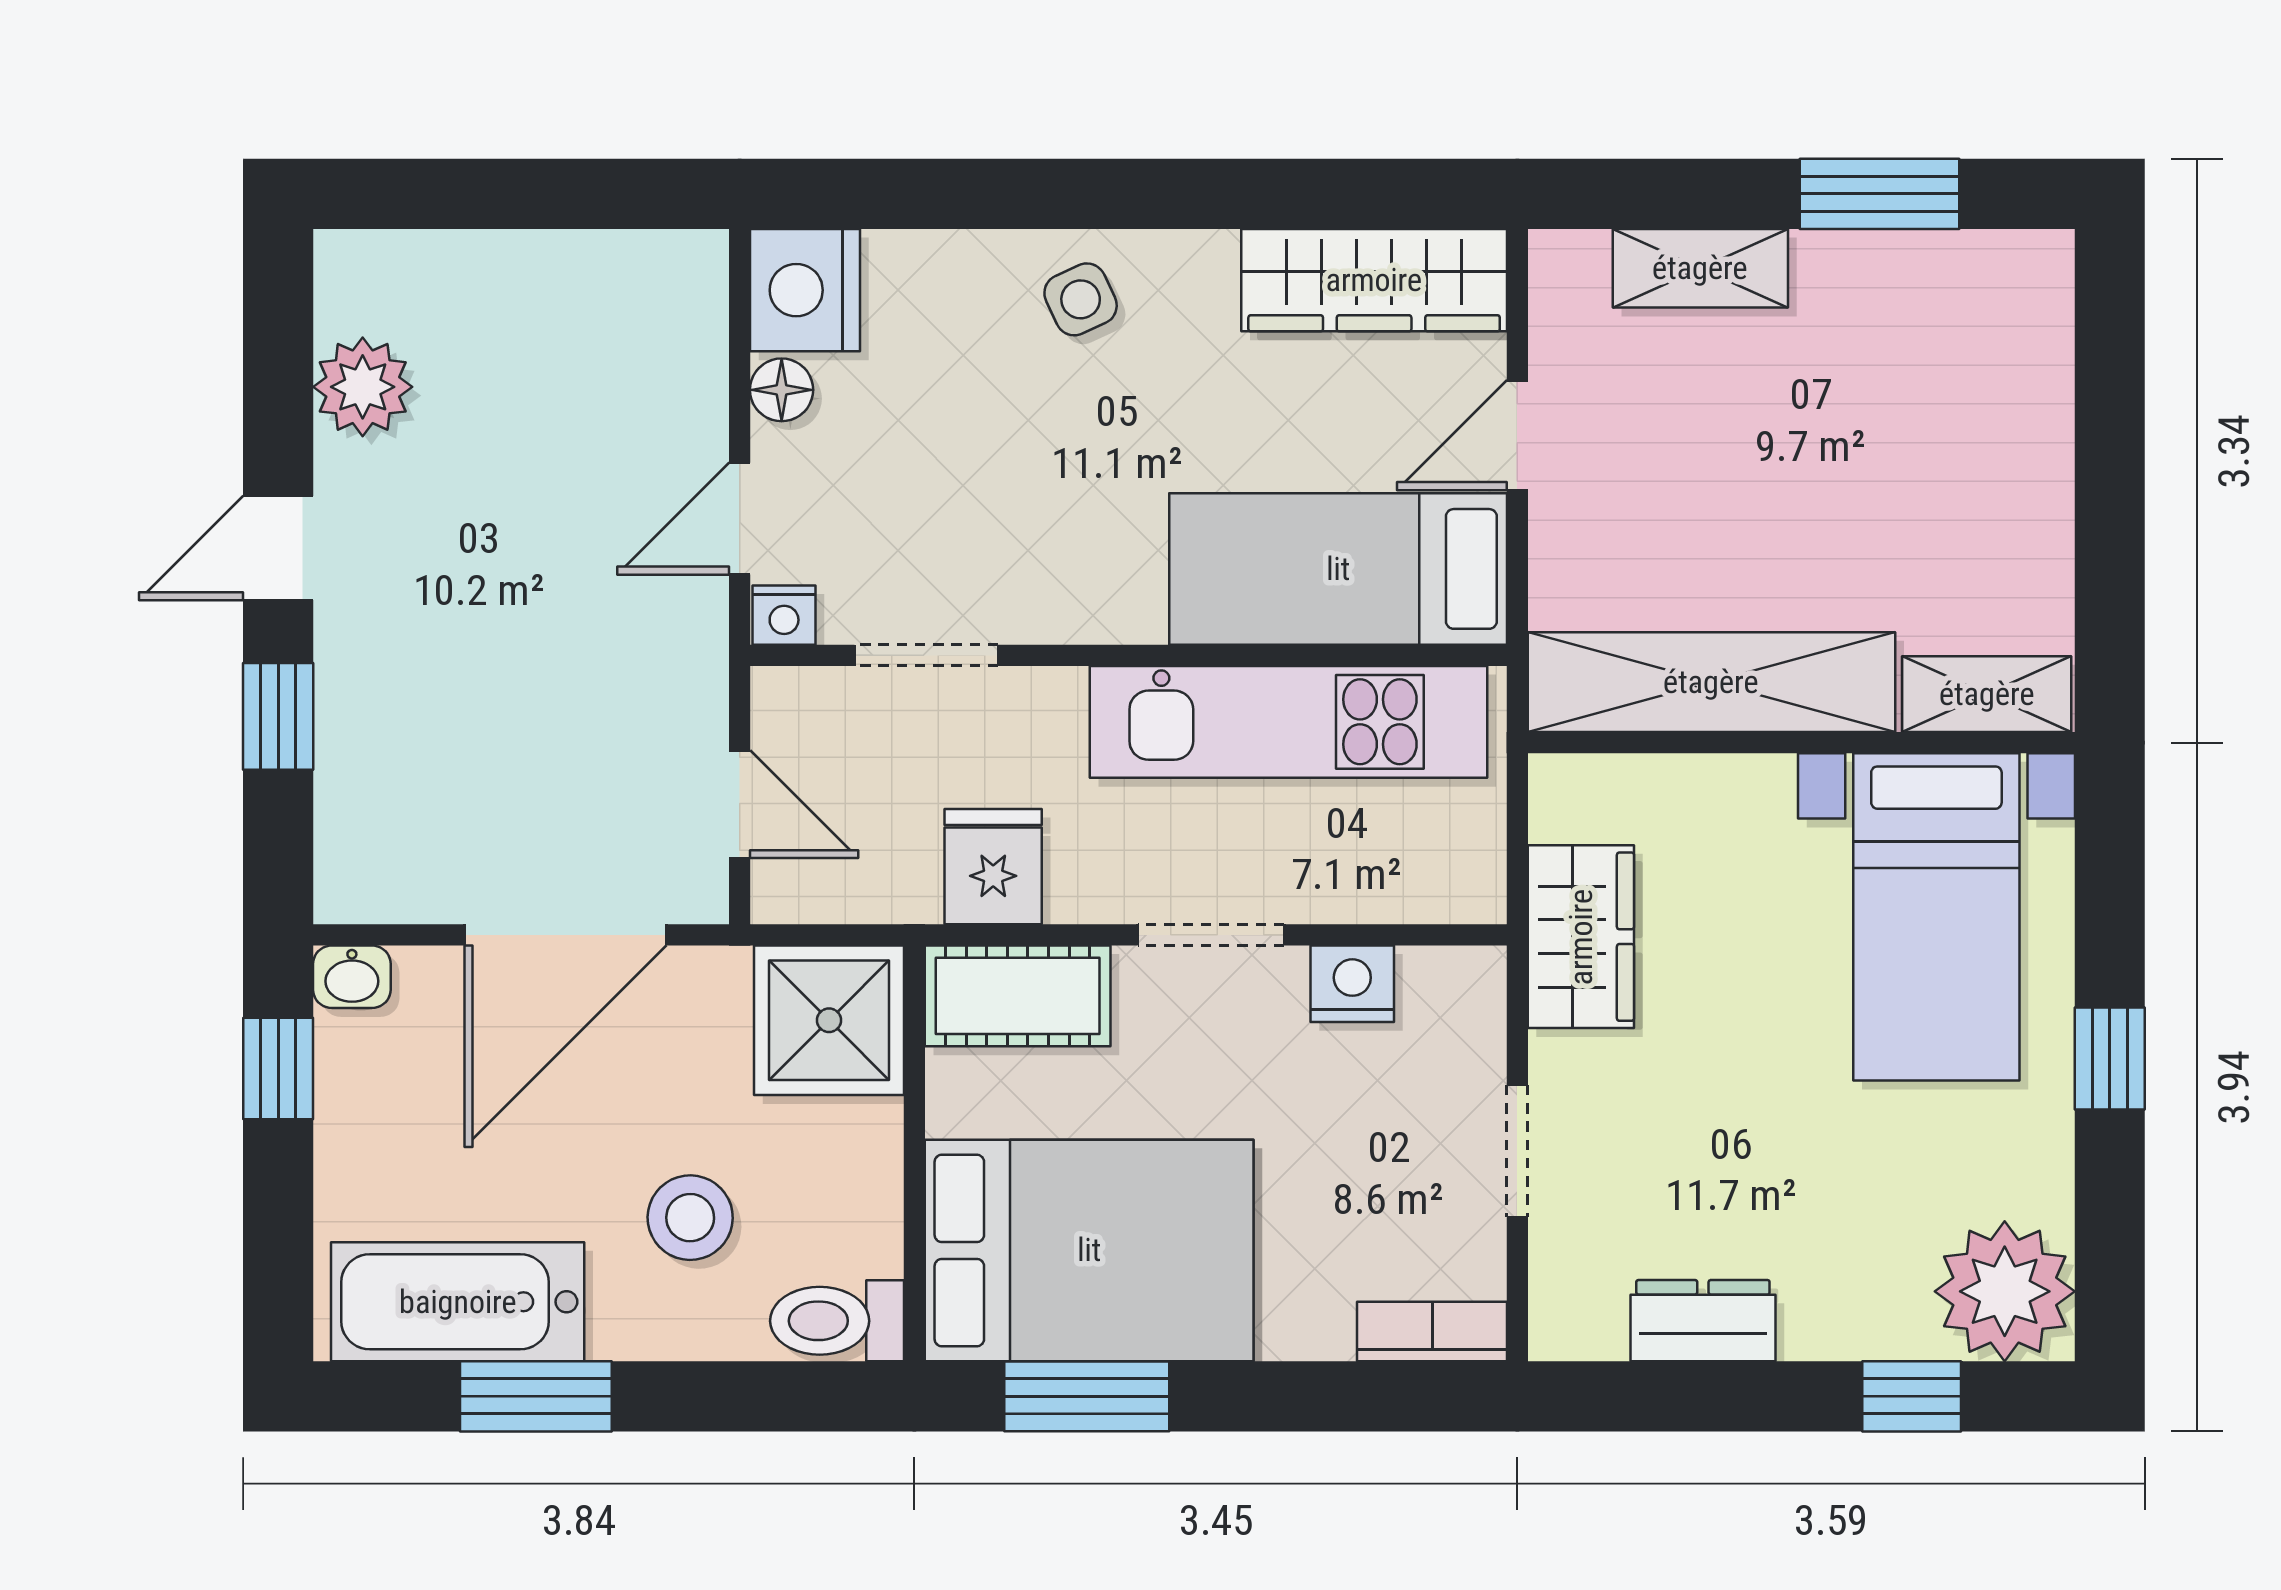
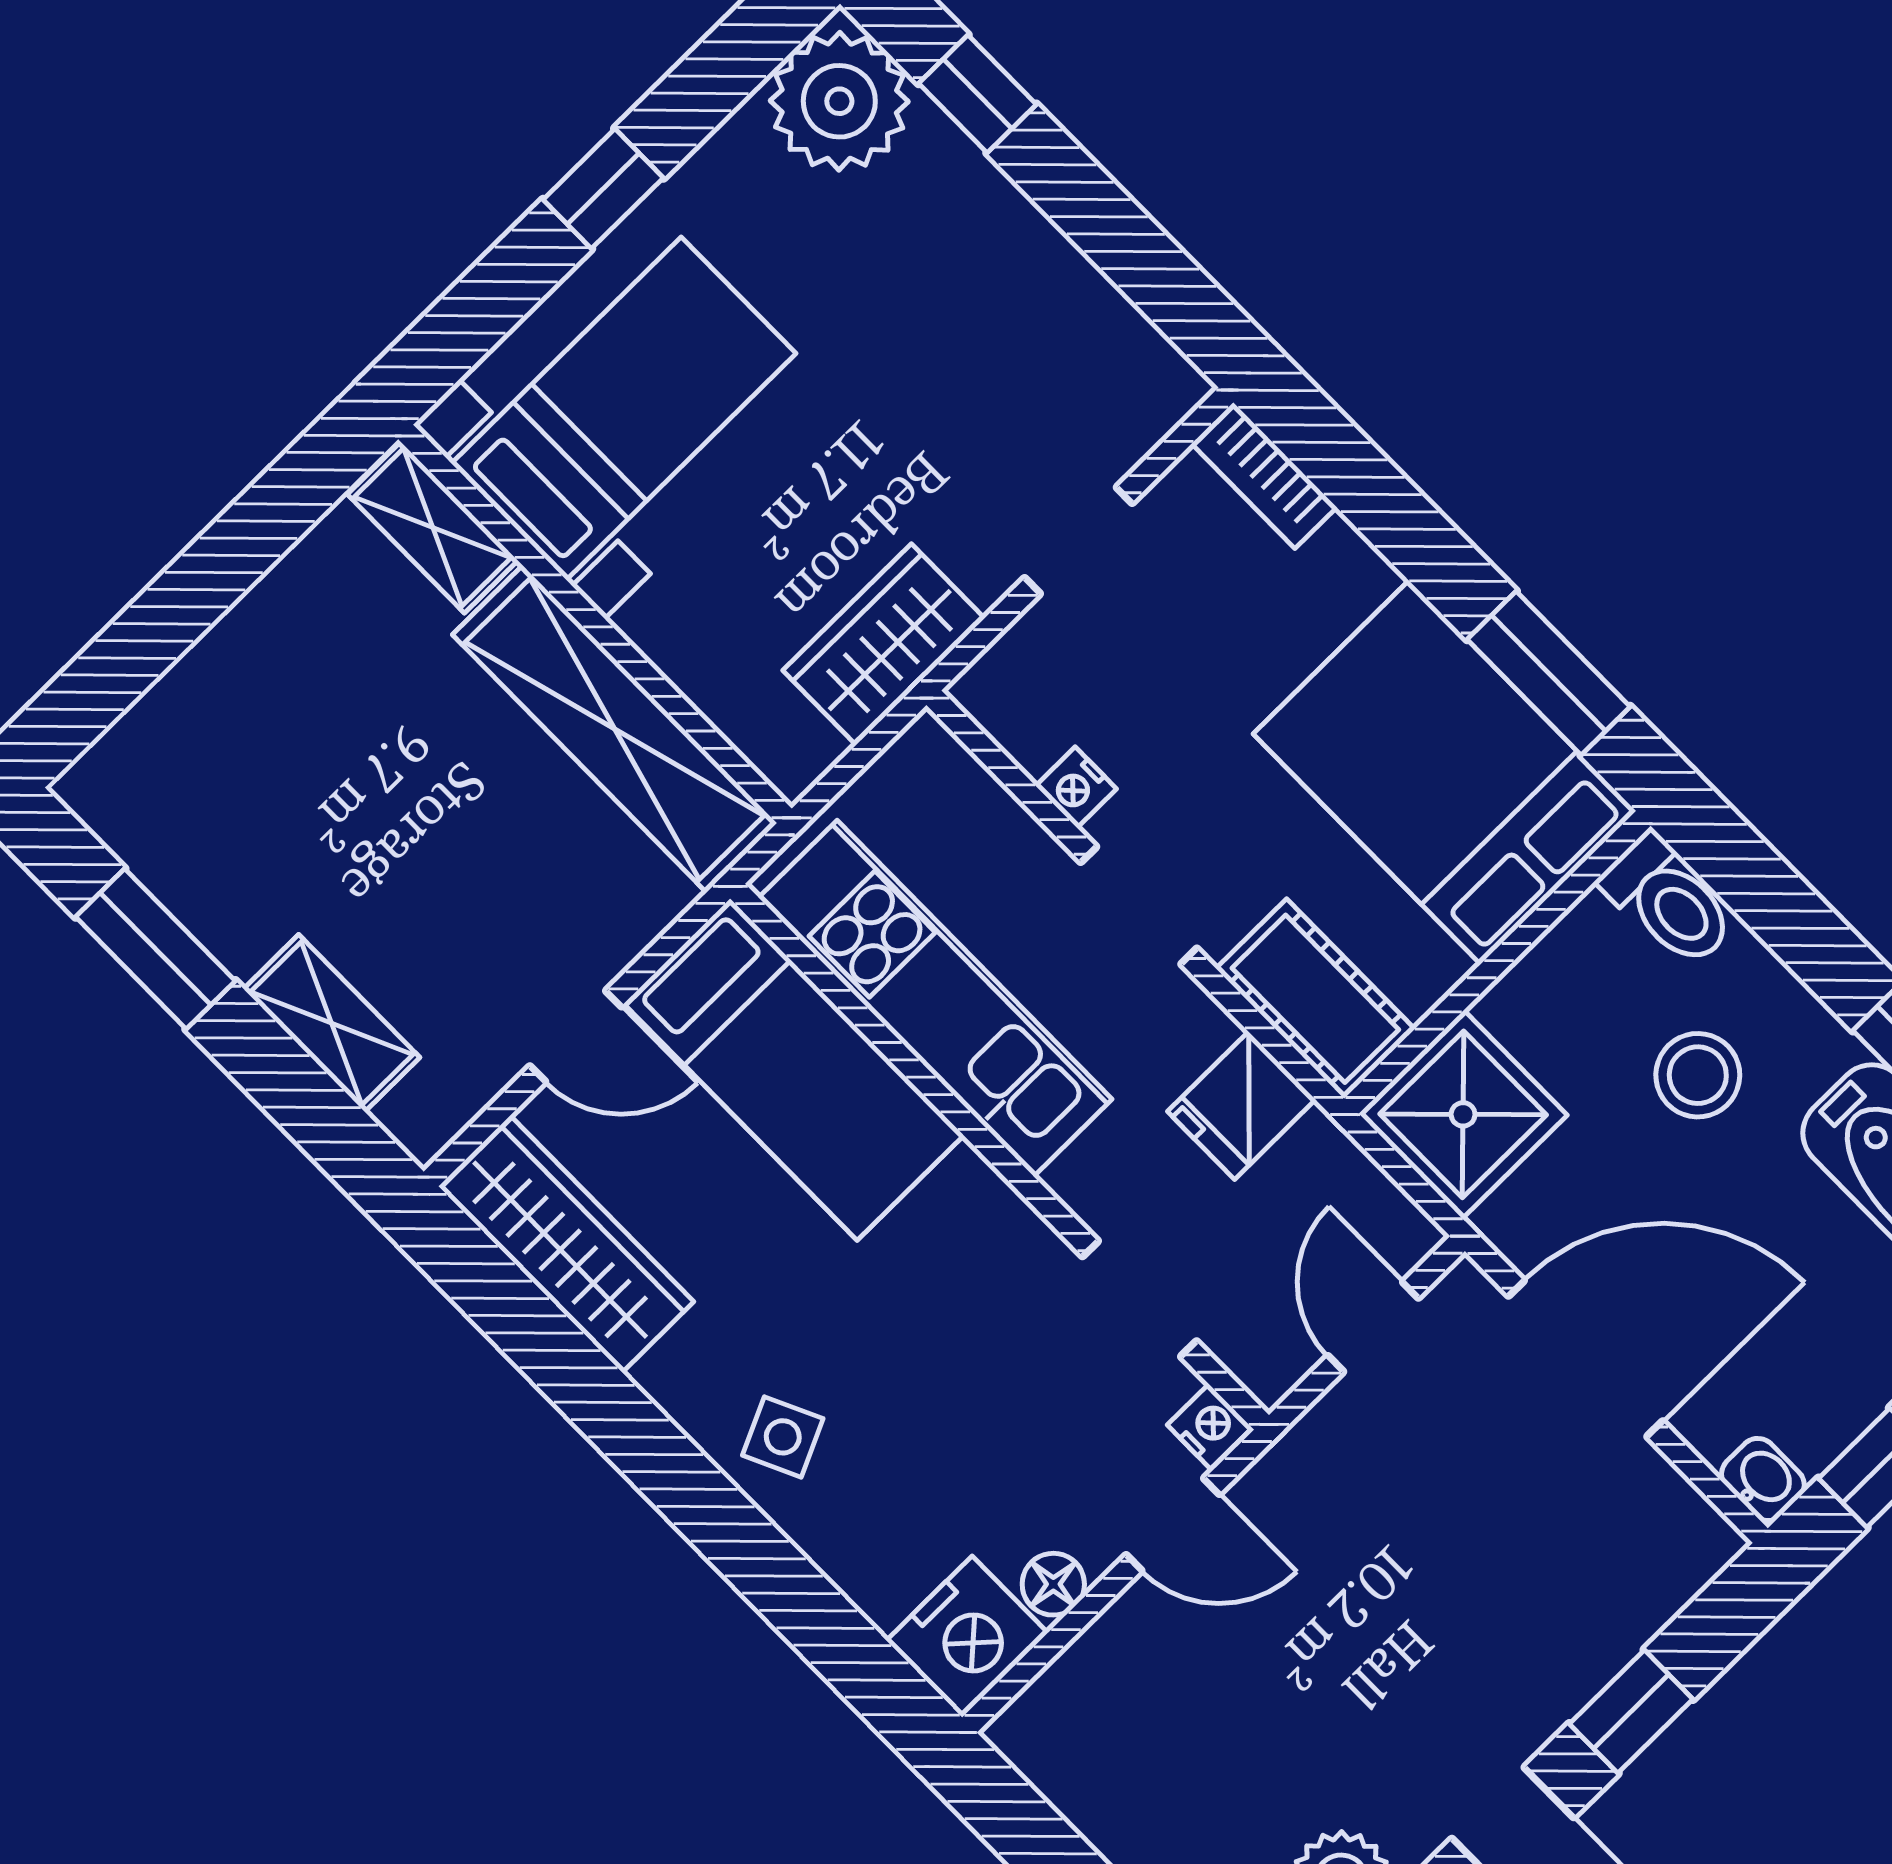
nightstand: (1352, 984) -> (1076, 787), width x0.72, depth x0.74
dresser: (1703, 1321) -> (1069, 293), removed

